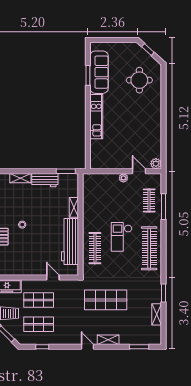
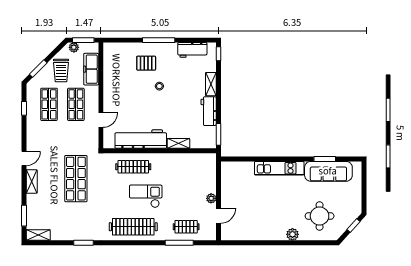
plant: (156, 164) -> (292, 234), moved
shelving: (157, 314) -> (38, 235), moved

